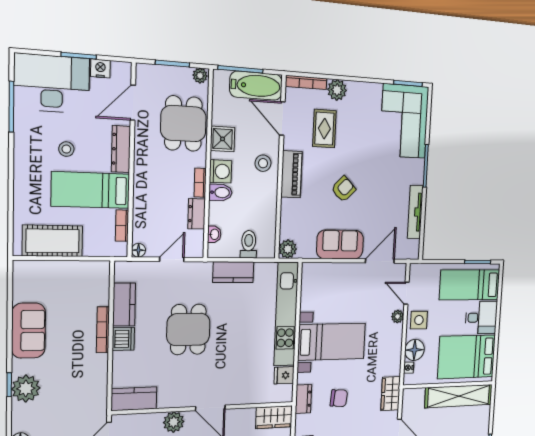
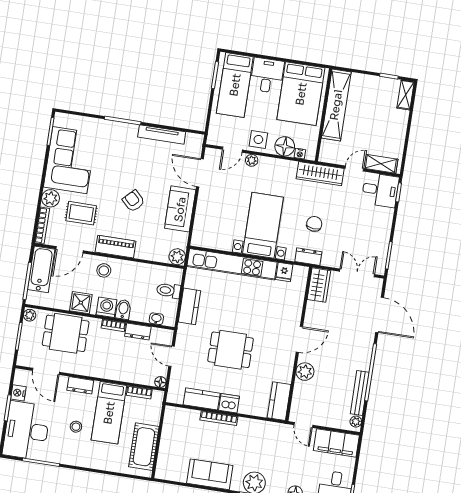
corner sofa: (404, 121) -> (70, 160), moved, turned -90
dresser: (121, 149) -> (80, 385), width x0.70
wardrobe: (391, 394) -> (320, 174), width x1.50

